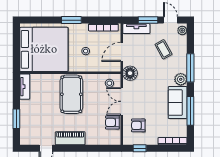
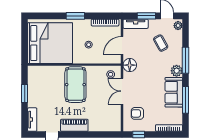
tv unit: (25, 87) -> (32, 120), moved
window: (16, 119) -> (25, 93), moved
armchair: (112, 122) -> (113, 111), removed

